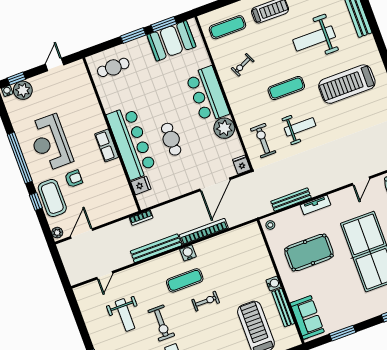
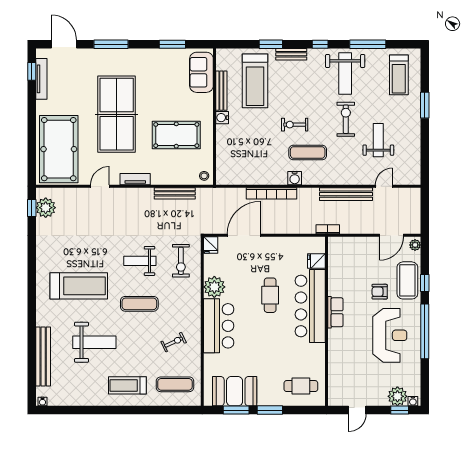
tv unit: (316, 205) -> (135, 179), moved
bench: (156, 248) -> (346, 194), moved

